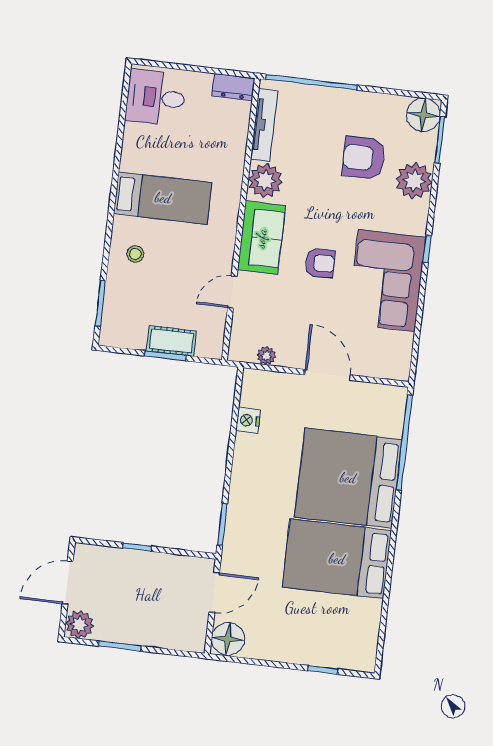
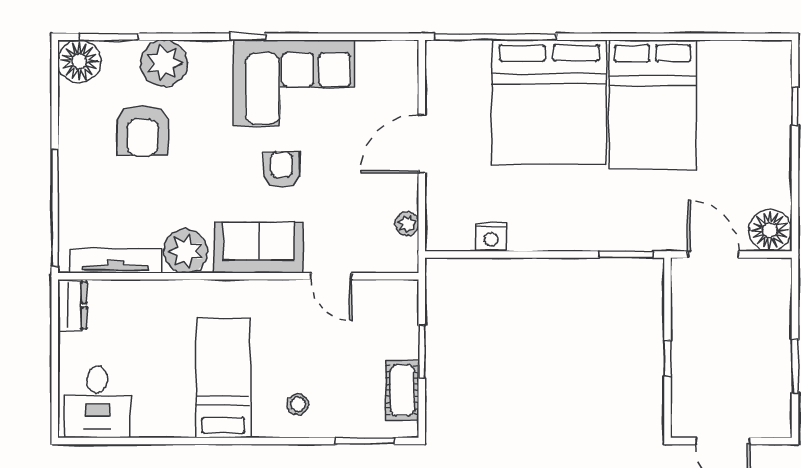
cot: (171, 341) -> (402, 390), moved
plant: (79, 625) -> (774, 420), removed

